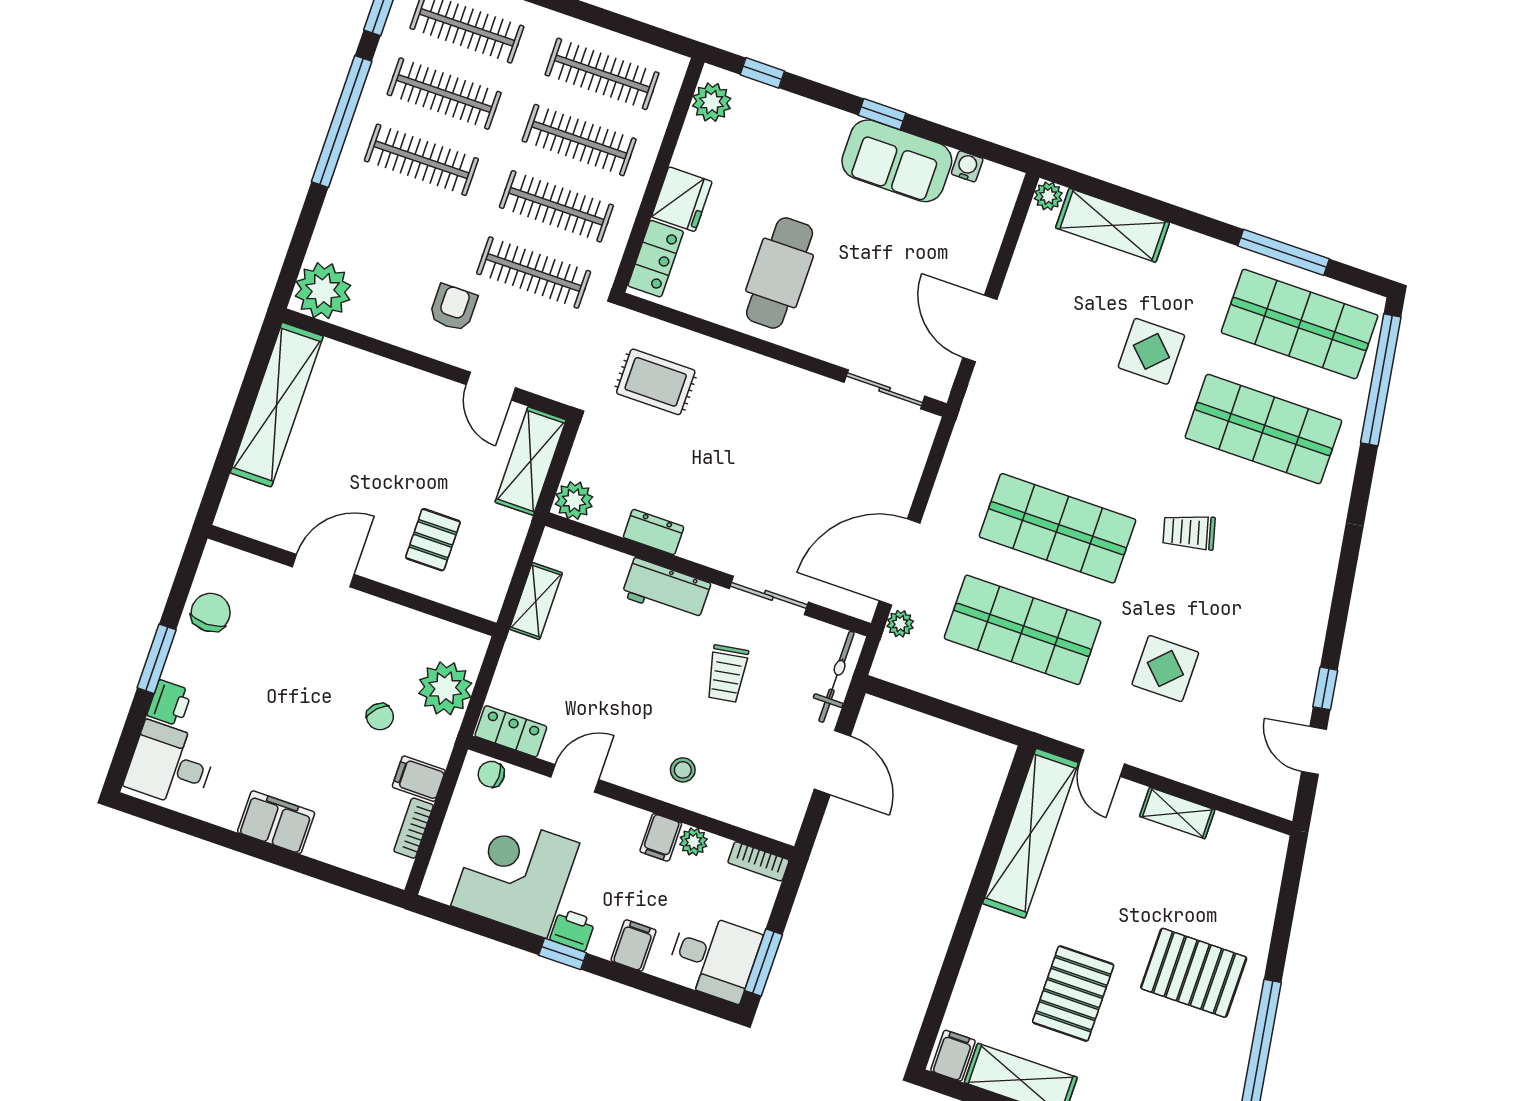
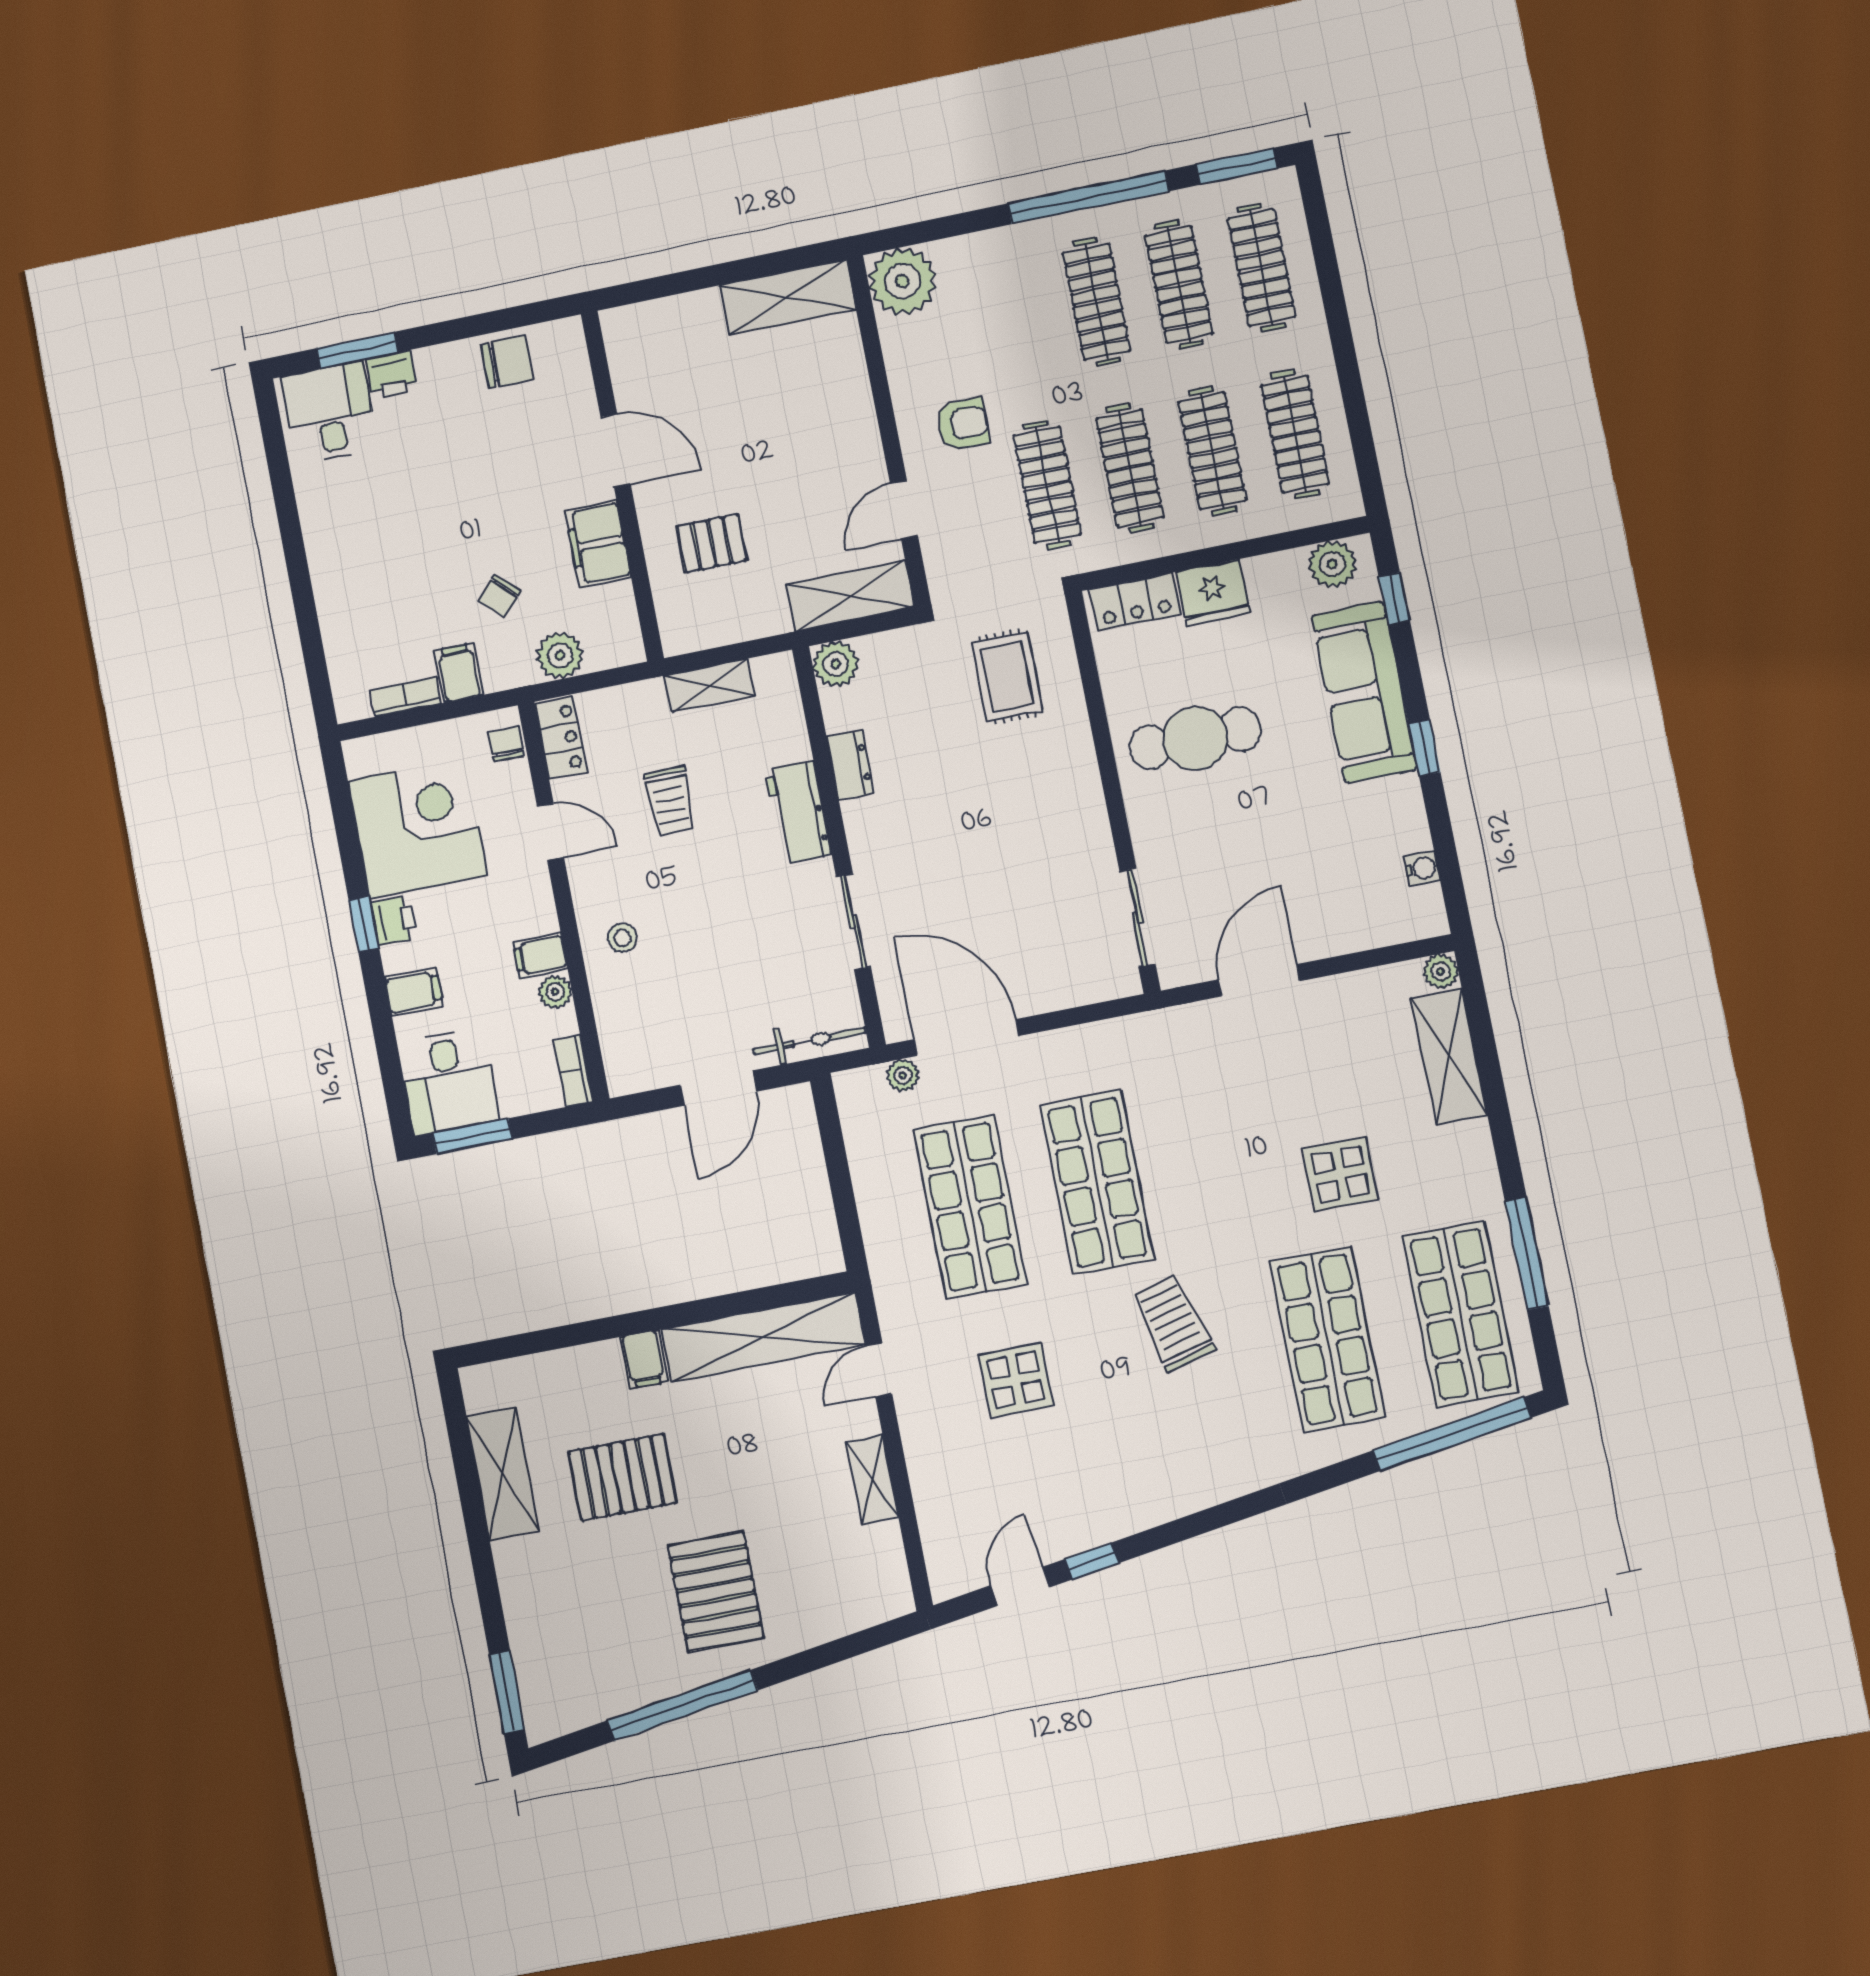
sofa: (897, 161) -> (1364, 692), moved, width x1.36
shelving: (277, 405) -> (788, 297), width x0.68
trolley: (1189, 532) -> (1173, 1323), width x1.36, depth x1.39
window: (157, 659) -> (357, 350), moved
trolley: (727, 674) -> (670, 801), moved, turned -81
plant: (445, 688) -> (560, 655), width x0.73, depth x0.73
filing cabinet: (276, 822) -> (598, 544), moved, turned 180
filing cabinet: (953, 1056) -> (644, 1359), moved, turned 90

